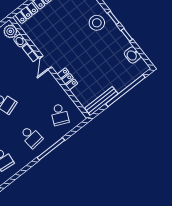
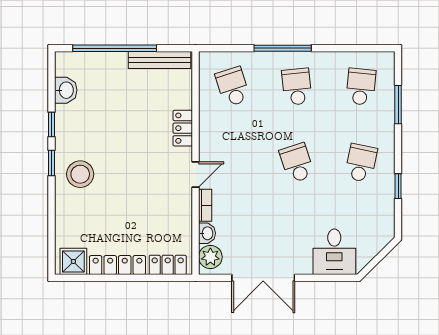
school desk: (60, 115) -> (233, 87), turned -42

